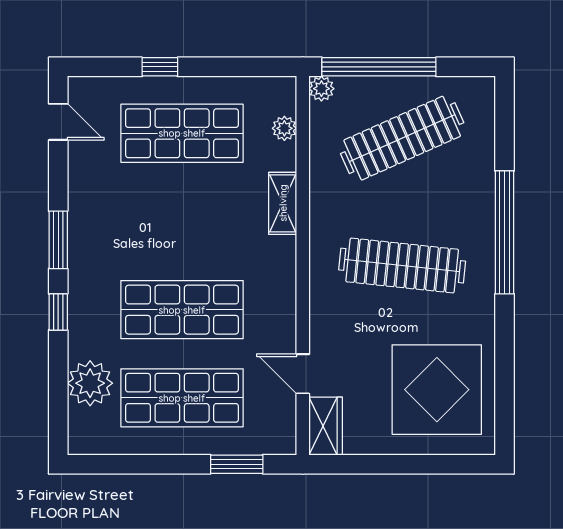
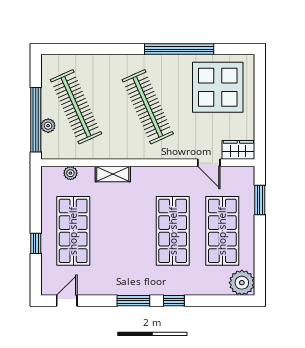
plant: (321, 89) -> (48, 126), moved
window: (505, 232) -> (179, 49), moved
clothes rail: (402, 266) -> (148, 107), turned -30
door: (303, 374) -> (209, 163), hinge flipped
plant: (90, 383) -> (242, 283), moved

